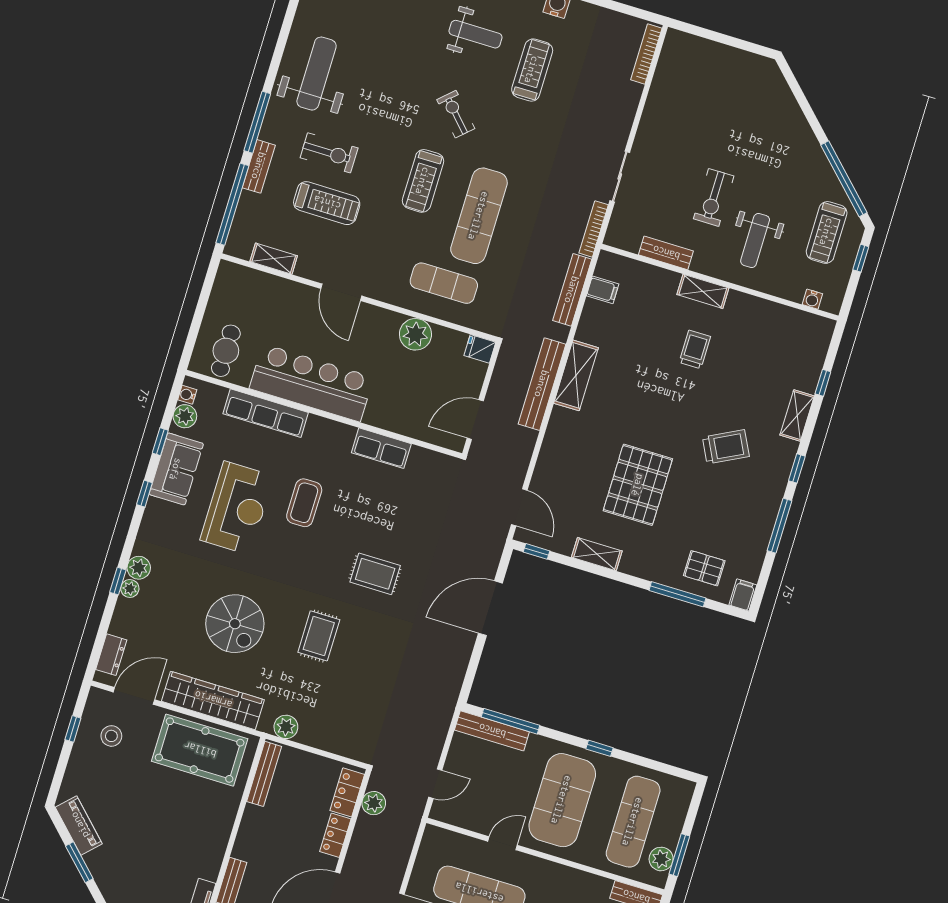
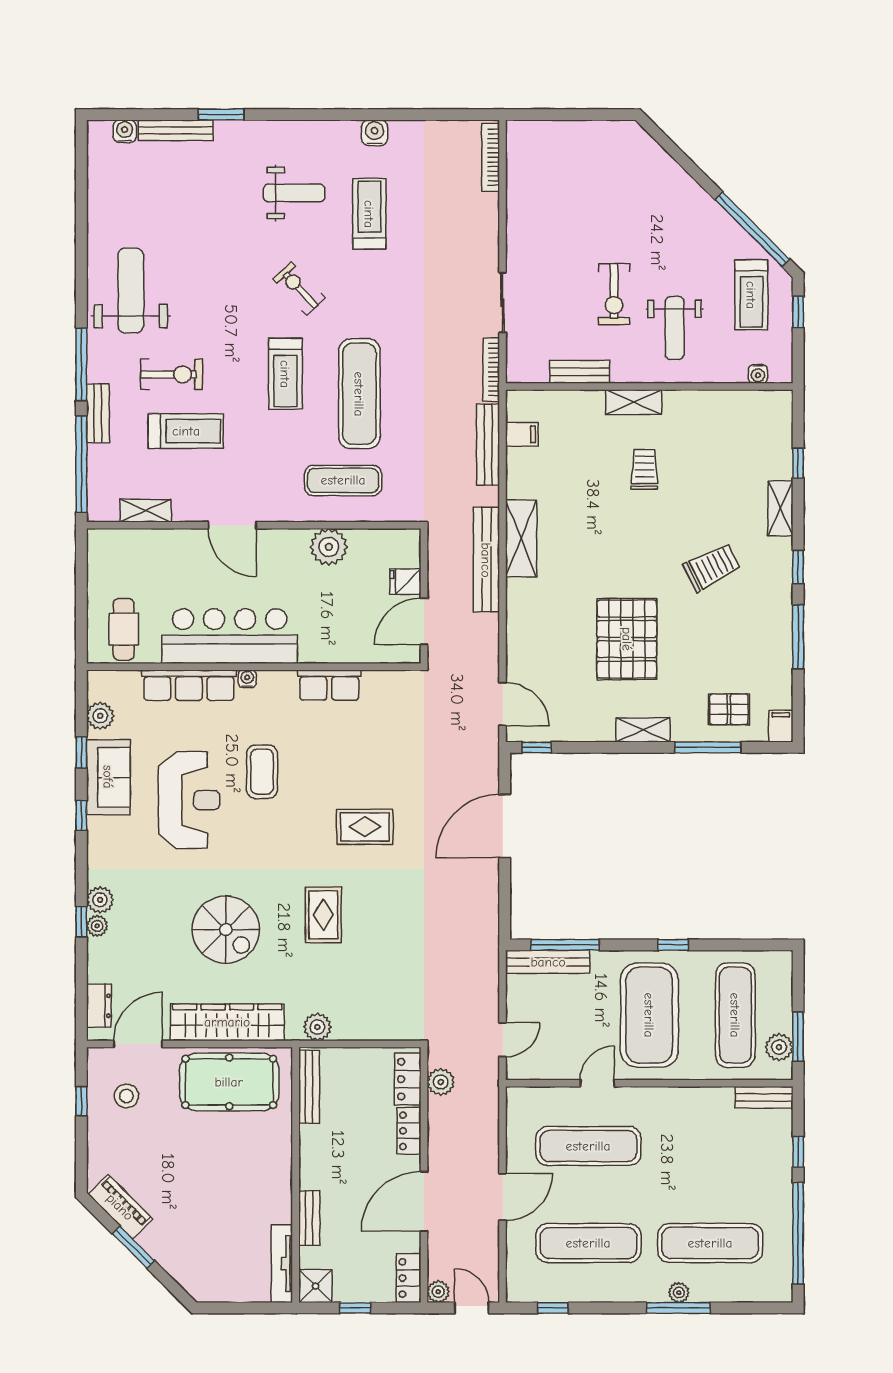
fridge: (480, 349) -> (405, 581), moved
water cooler: (187, 395) -> (247, 679), moved, turned 90
shelving: (597, 554) -> (643, 730), moved

